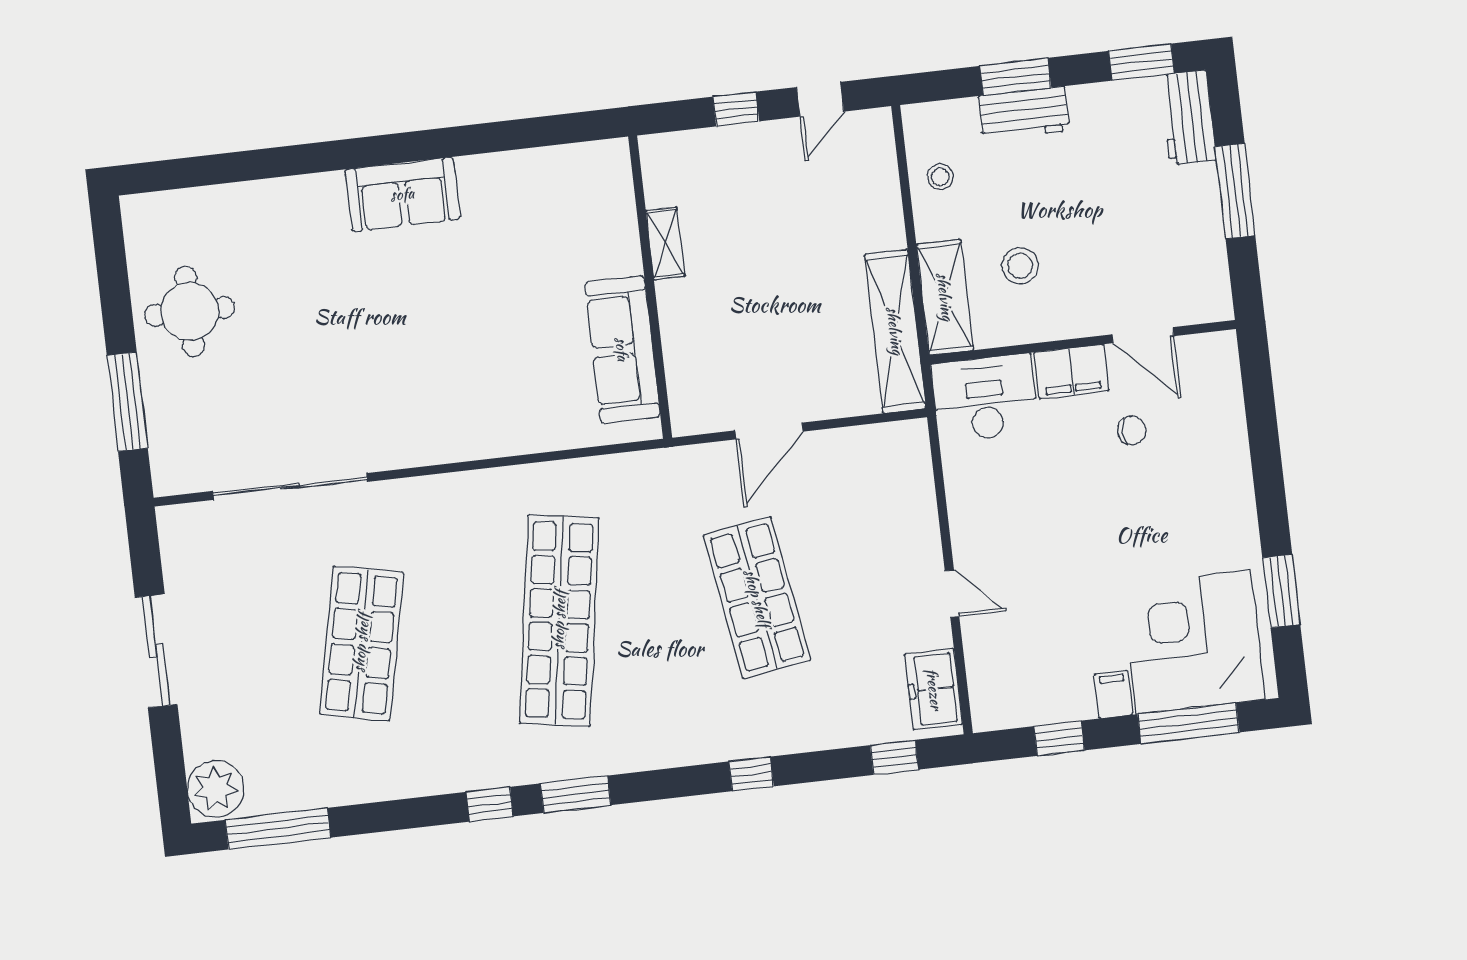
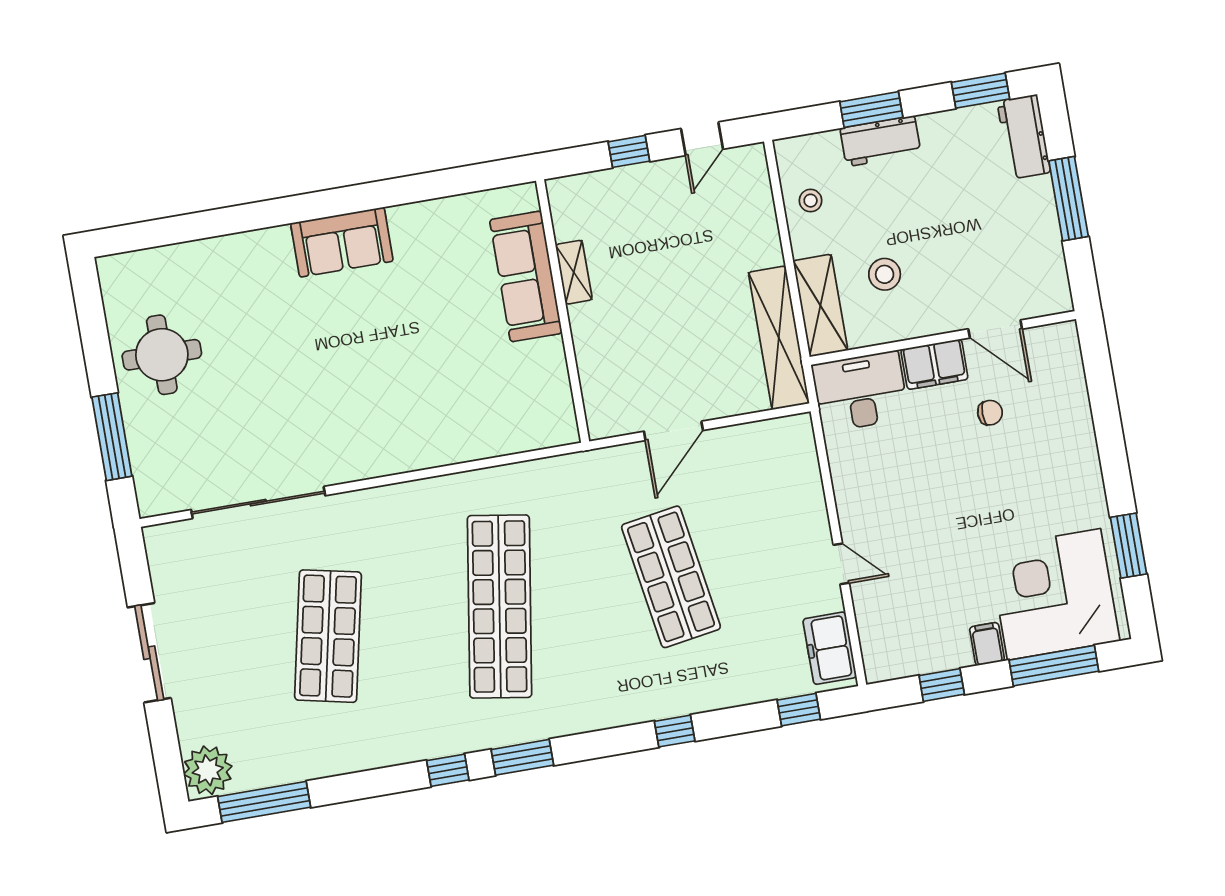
sofa: (622, 349) -> (526, 276), moved

